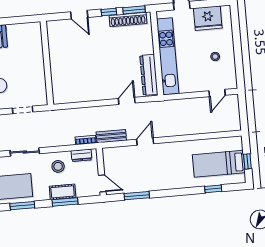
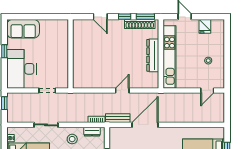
fridge: (208, 18) -> (205, 26), width x0.53, depth x0.75
dresser: (149, 75) -> (153, 55), moved
door: (127, 101) -> (122, 90), moved
door: (145, 141) -> (145, 125), width x1.87

